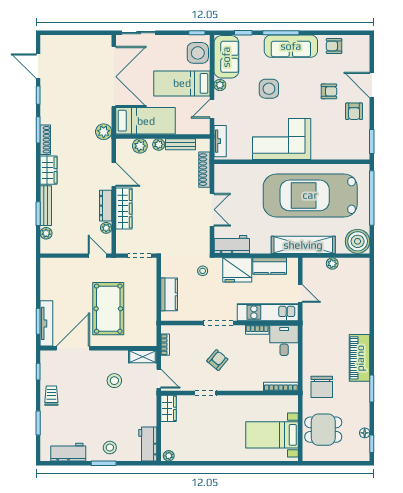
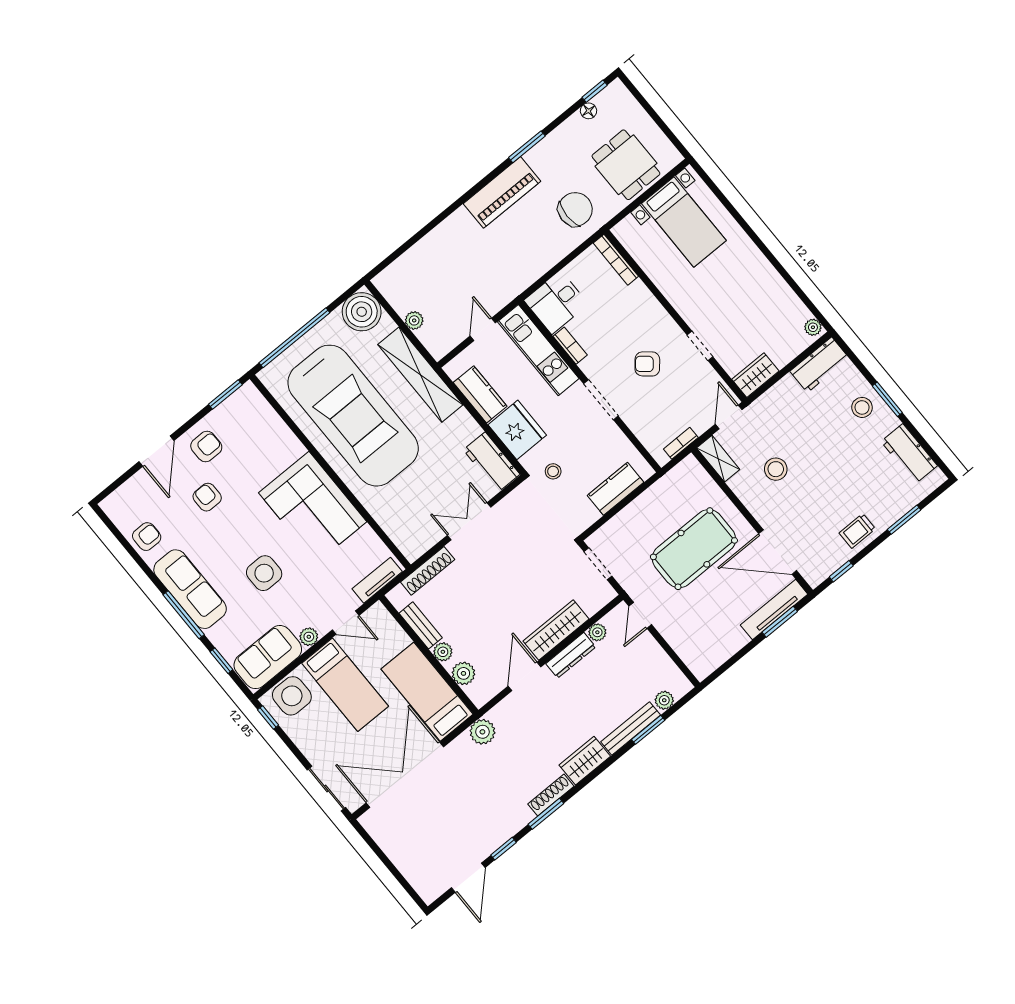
armchair: (334, 46) -> (147, 537), turned -90

